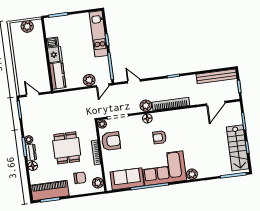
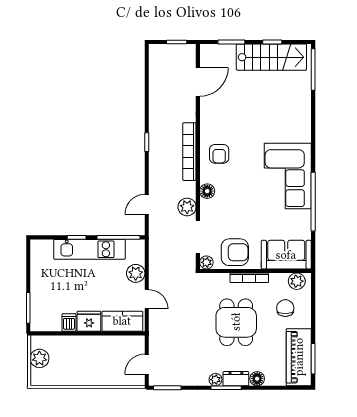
kitchen unit: (99, 34) -> (90, 249), moved
bench: (217, 76) -> (156, 75), removed
door: (103, 85) -> (147, 299), moved
door: (216, 103) -> (198, 82), hinge flipped
plant: (146, 106) -> (187, 207), moved
armchair: (160, 137) -> (219, 154), moved
armchair: (111, 141) -> (235, 252), turned 90
dining table: (67, 148) -> (236, 322), turned 90
plant: (192, 174) -> (303, 133), removed
sofa: (127, 179) -> (286, 255), moved, turned 90

